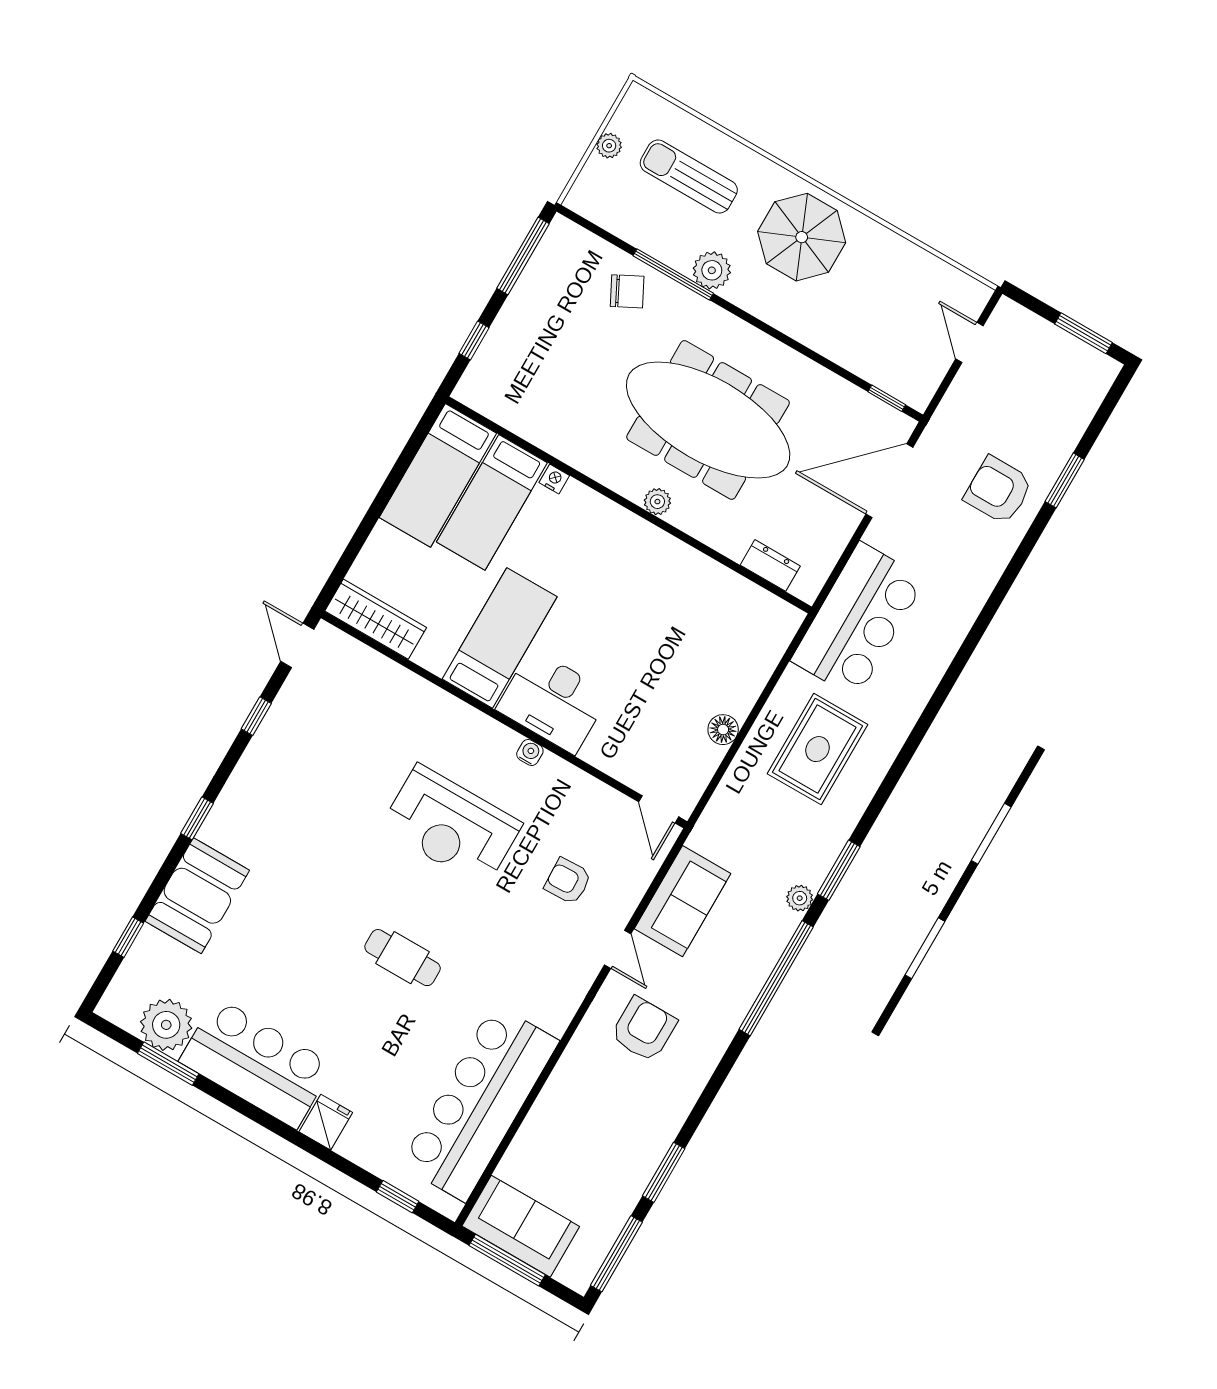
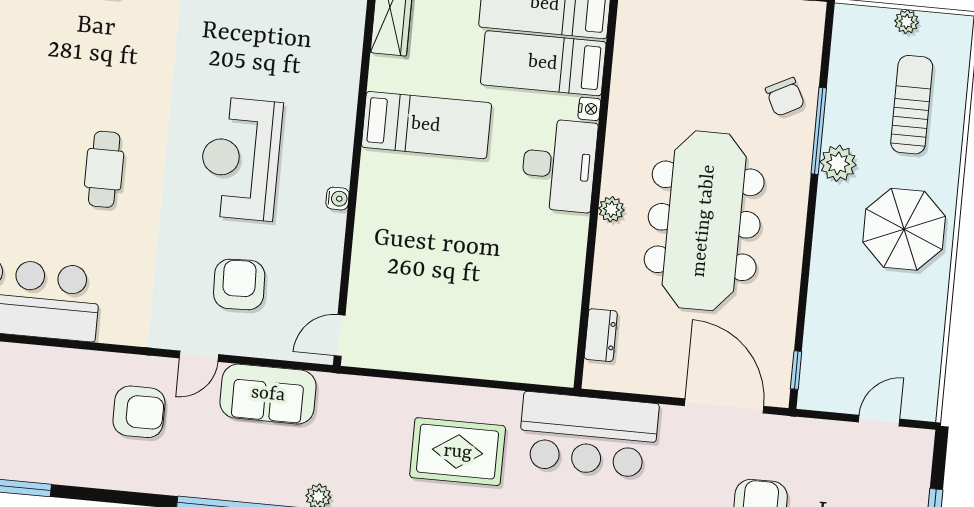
desk: (553, 701) -> (559, 165), moved, turned 180
floor lamp: (723, 730) -> (436, 360), removed
armchair: (568, 881) -> (239, 284), width x1.38, depth x1.38

